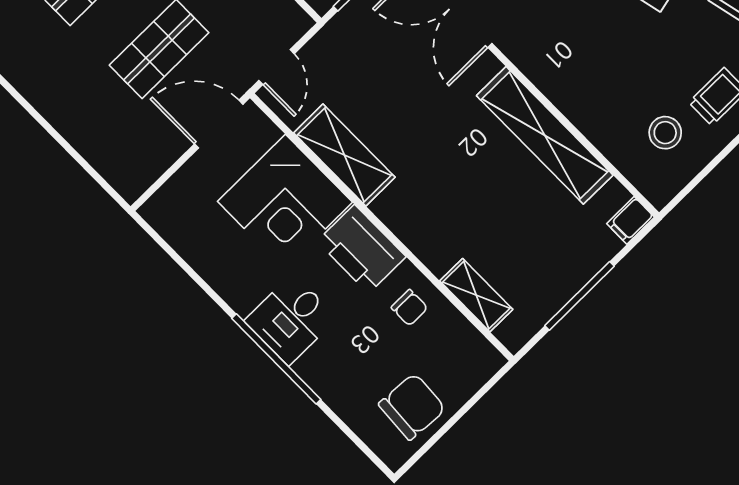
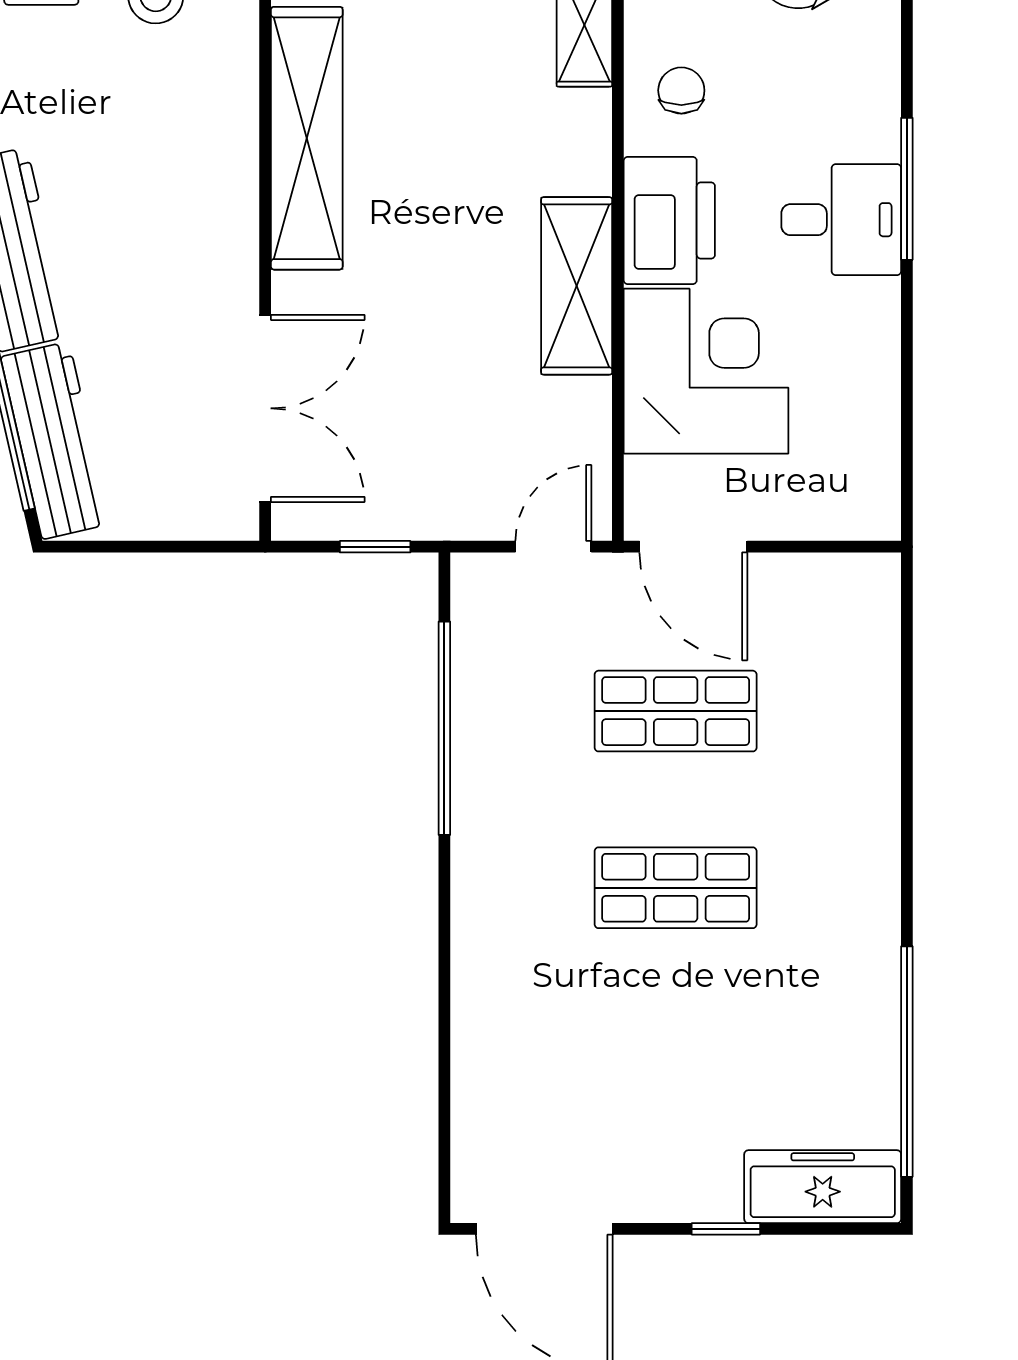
shelving: (344, 155) -> (577, 286), moved
window: (276, 359) -> (907, 189), width x0.68

